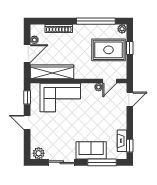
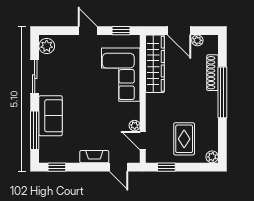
window: (96, 21) -> (222, 92), moved
window: (130, 48) -> (166, 167), moved
rug: (109, 50) -> (184, 139), width x0.73, depth x0.70
door: (27, 122) -> (88, 31), hinge flipped
fireplace: (122, 141) -> (94, 157), moved

